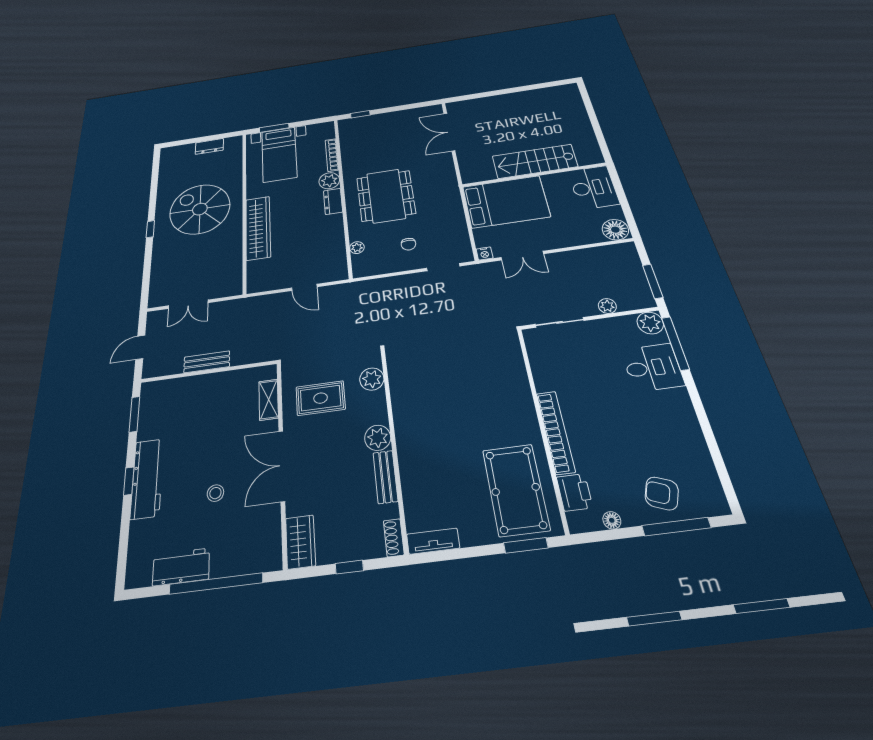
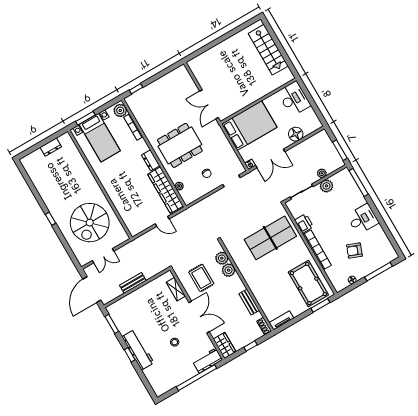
double door: (449, 132) -> (209, 104), moved
stairs: (535, 161) -> (268, 50), moved, turned -90
plant: (329, 181) -> (120, 110), moved
dining table: (386, 196) -> (180, 145), turned 90
spiral stairs: (200, 209) -> (90, 223), moved, turned -90
wardrobe: (258, 228) -> (165, 190), moved, turned 180
floor lamp: (615, 230) -> (296, 134), moved
double door: (522, 256) -> (270, 158), width x1.37
plant: (650, 323) -> (326, 186), moved
door: (140, 347) -> (92, 290), width x1.87
desk: (653, 367) -> (363, 219), moved
table tennis table: (473, 377) -> (270, 238), added
rug: (321, 398) -> (201, 278), turned 90
plant: (378, 438) -> (229, 270), moved
double door: (282, 466) -> (199, 317), swing flipped
printer: (575, 492) -> (304, 224), moved
armchair: (662, 493) -> (354, 251), moved
workbench: (181, 567) -> (207, 361), moved

